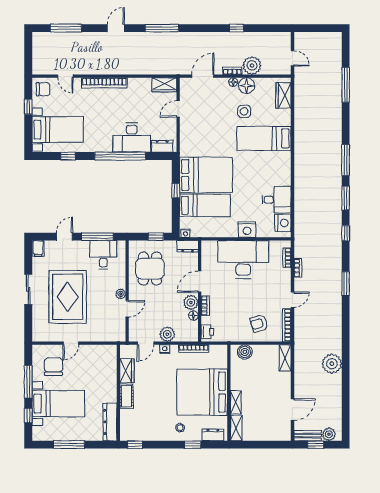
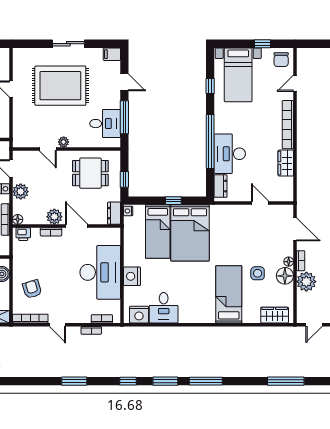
wardrobe: (164, 85) -> (286, 163), moved
floor lamp: (193, 315) -> (18, 219), moved

